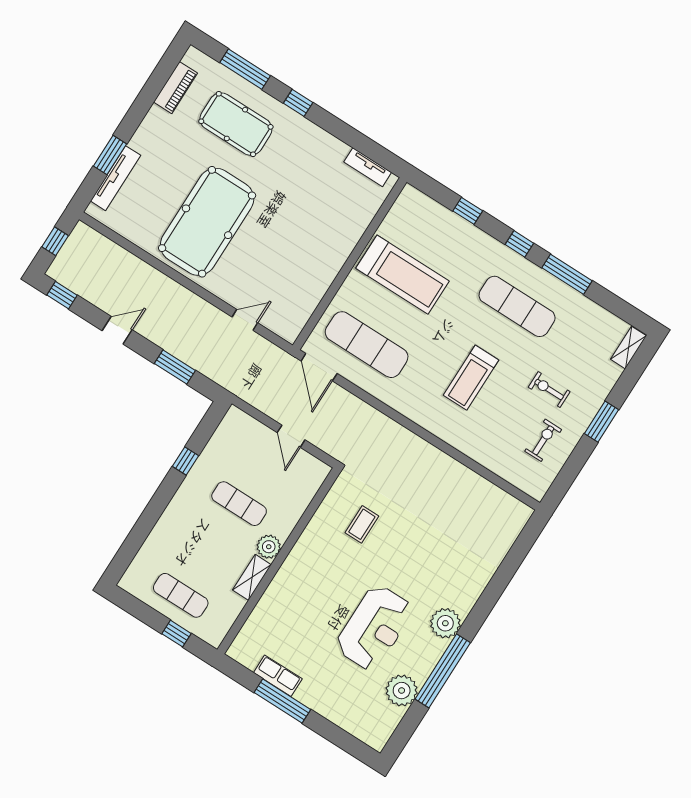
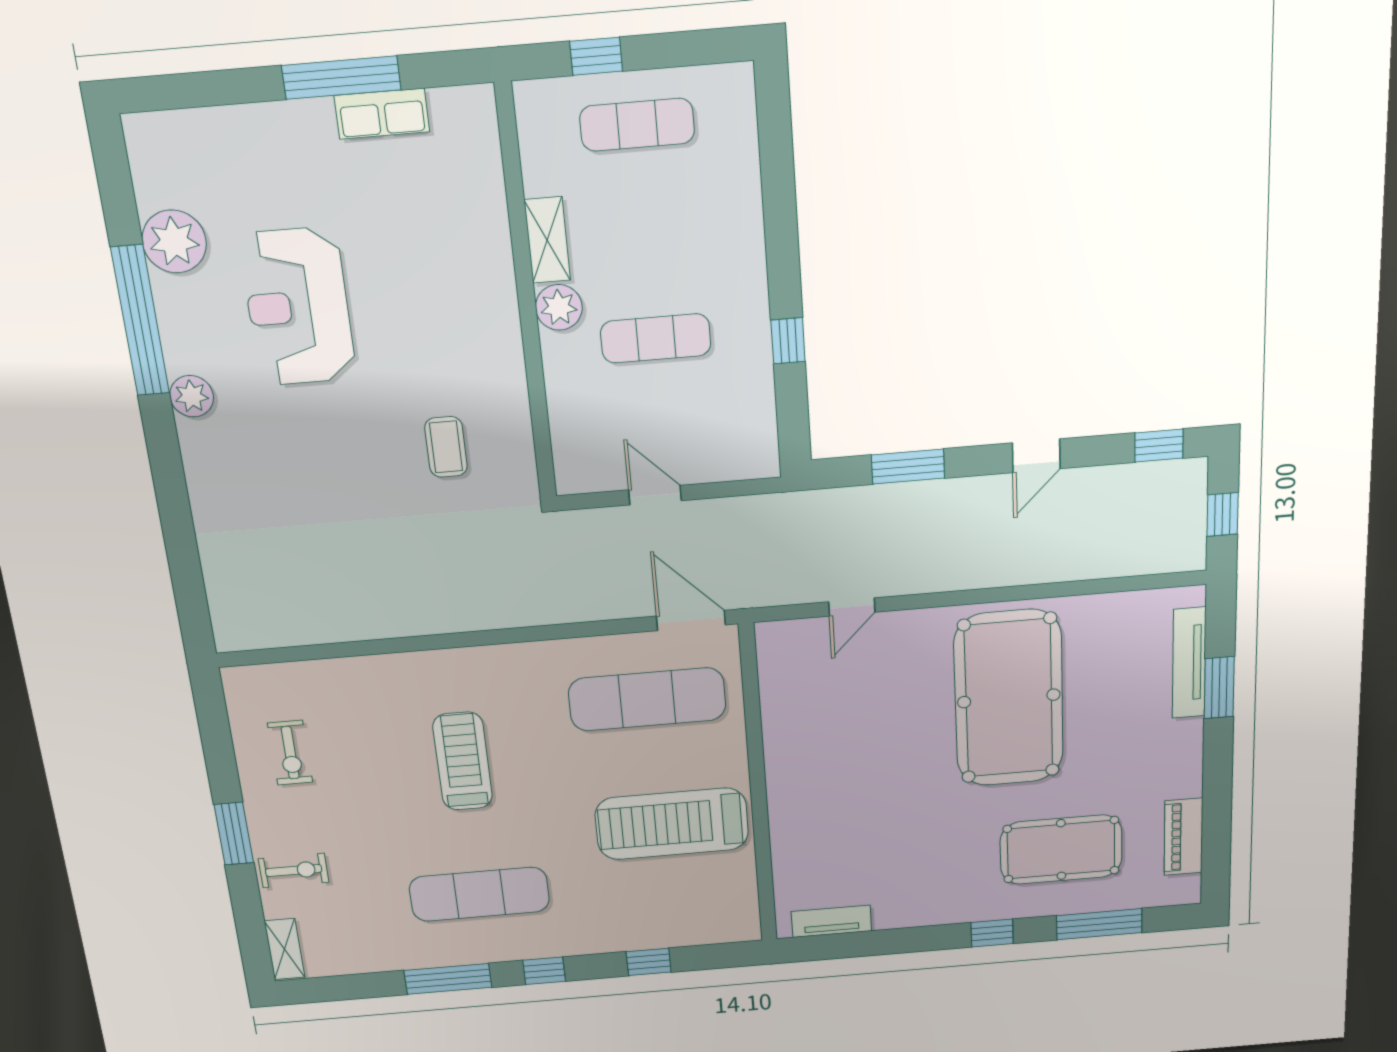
exercise bike: (549, 389) -> (294, 870), moved
plant: (445, 623) -> (192, 396), width x0.73, depth x0.73

